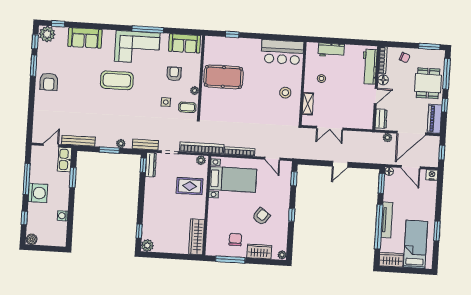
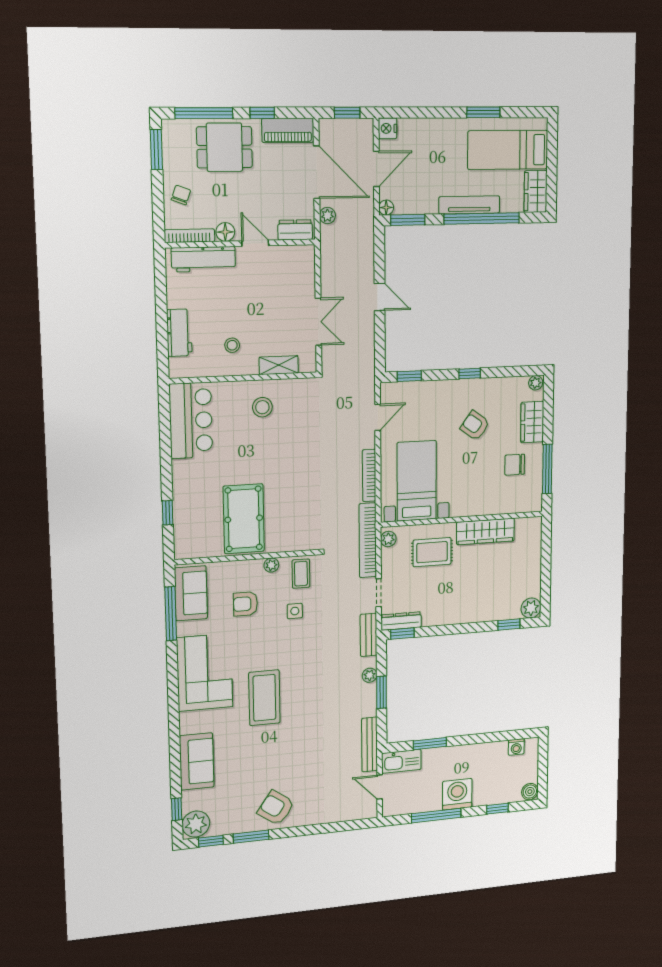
window: (148, 29) -> (171, 614), moved
armchair: (49, 82) -> (276, 808), turned -145
rug: (190, 186) -> (432, 552), turned 90
washing machine: (63, 216) -> (516, 747), moved
wardrobe: (197, 237) -> (485, 531), moved

